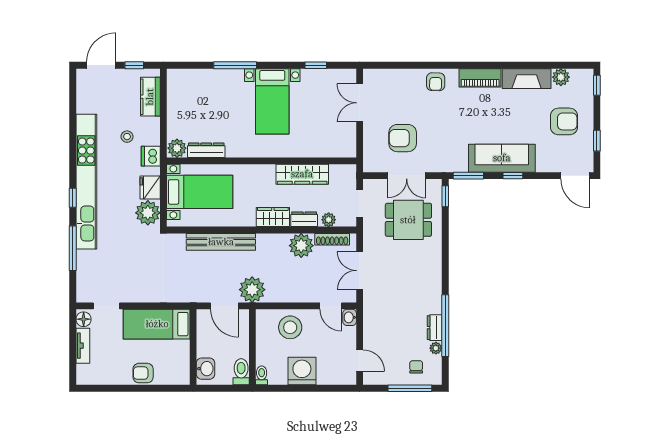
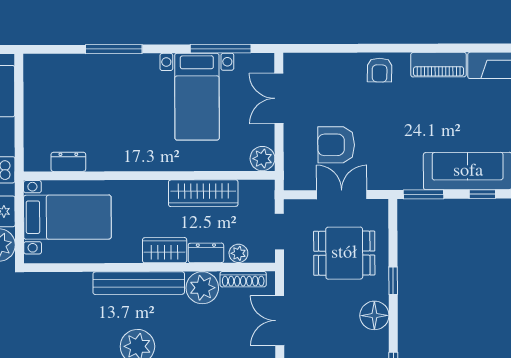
window: (316, 65) -> (221, 49), width x2.17
bed with nightstands: (272, 101) -> (197, 97), moved
plant: (177, 148) -> (262, 159), moved
dresser: (206, 150) -> (68, 162), width x0.70
double door: (407, 176) -> (342, 195), swing flipped
window: (445, 196) -> (393, 281), moved
bench: (221, 242) -> (139, 283), moved
floor lamp: (431, 267) -> (374, 315), added

